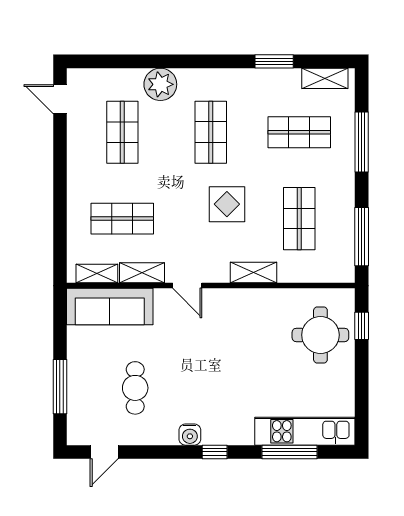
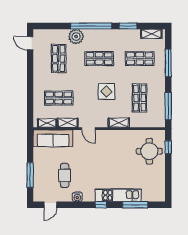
window: (193, 61) -> (91, 26), added
shop shelf: (211, 132) -> (99, 58), turned 90
kitchen unit: (305, 431) -> (118, 195), moved
water cooler: (190, 435) -> (77, 197), moved

